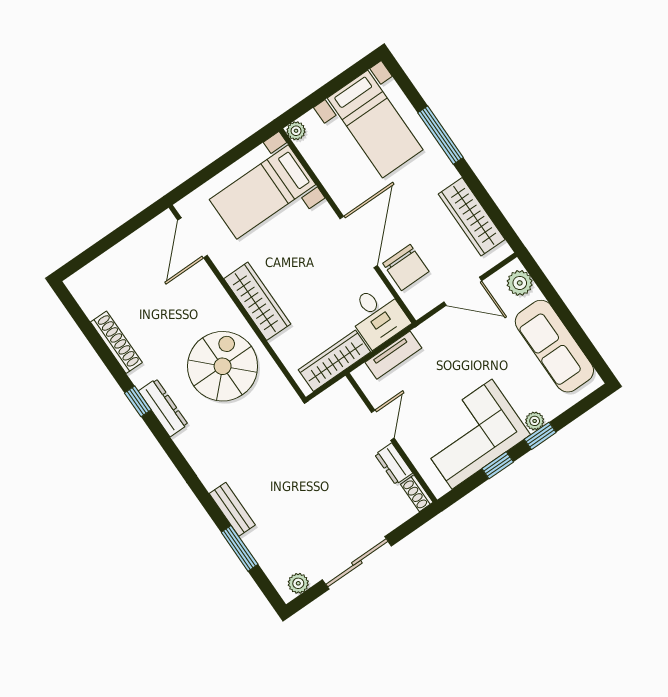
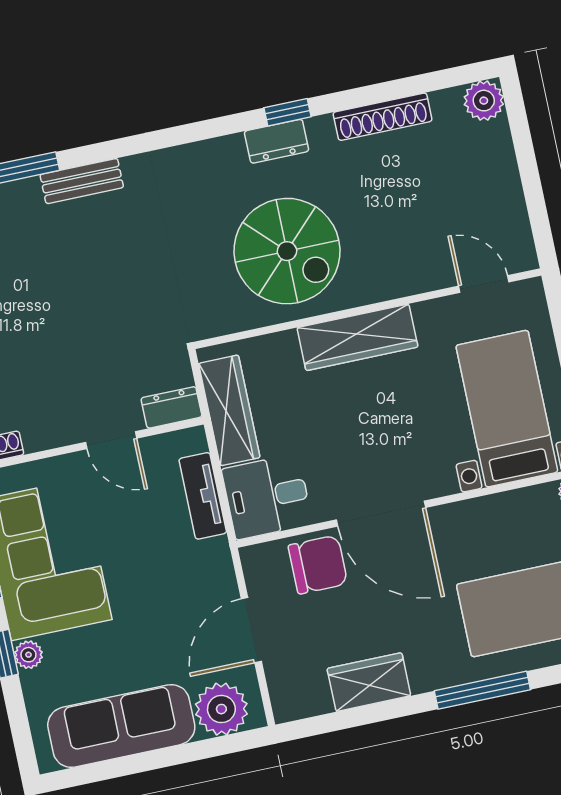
wardrobe: (472, 217) -> (369, 682), width x0.67
door: (192, 238) -> (484, 284), width x0.73
chair: (406, 267) -> (318, 565), turned 180
plant: (520, 283) -> (221, 709), width x1.36, depth x1.36
plant: (81, 285) -> (484, 101), added
dresser: (163, 408) -> (277, 141), width x0.70
dresser: (394, 464) -> (171, 407), moved

